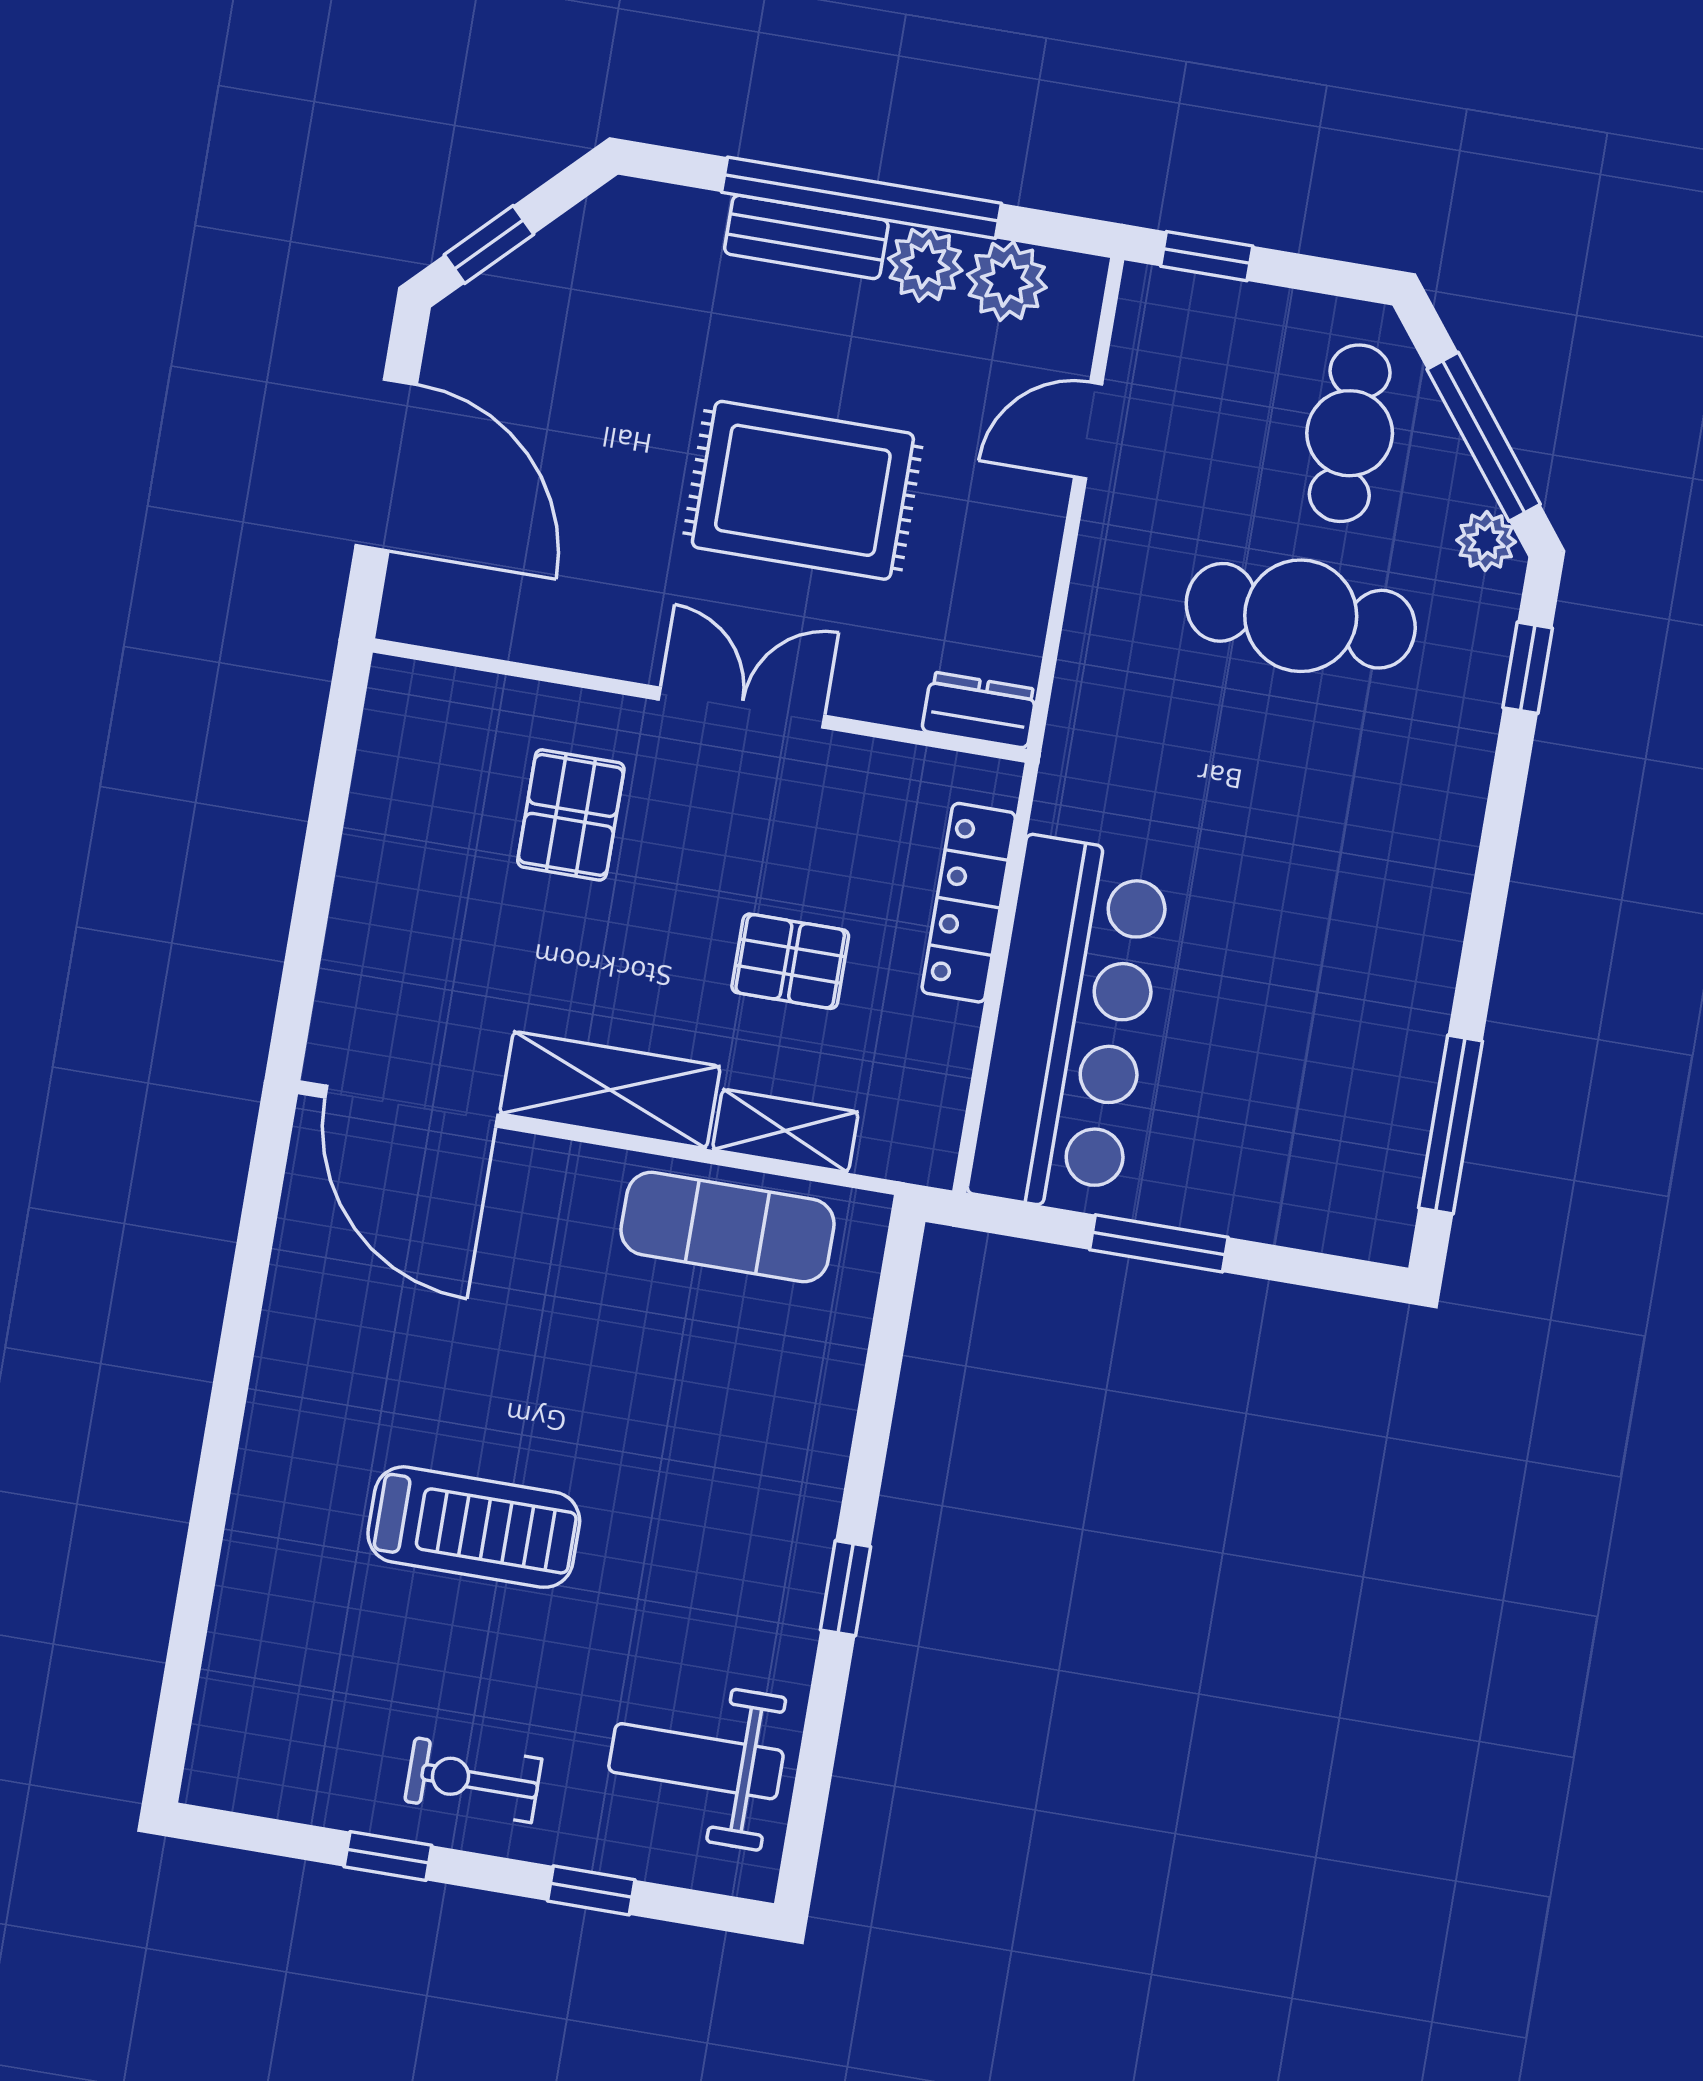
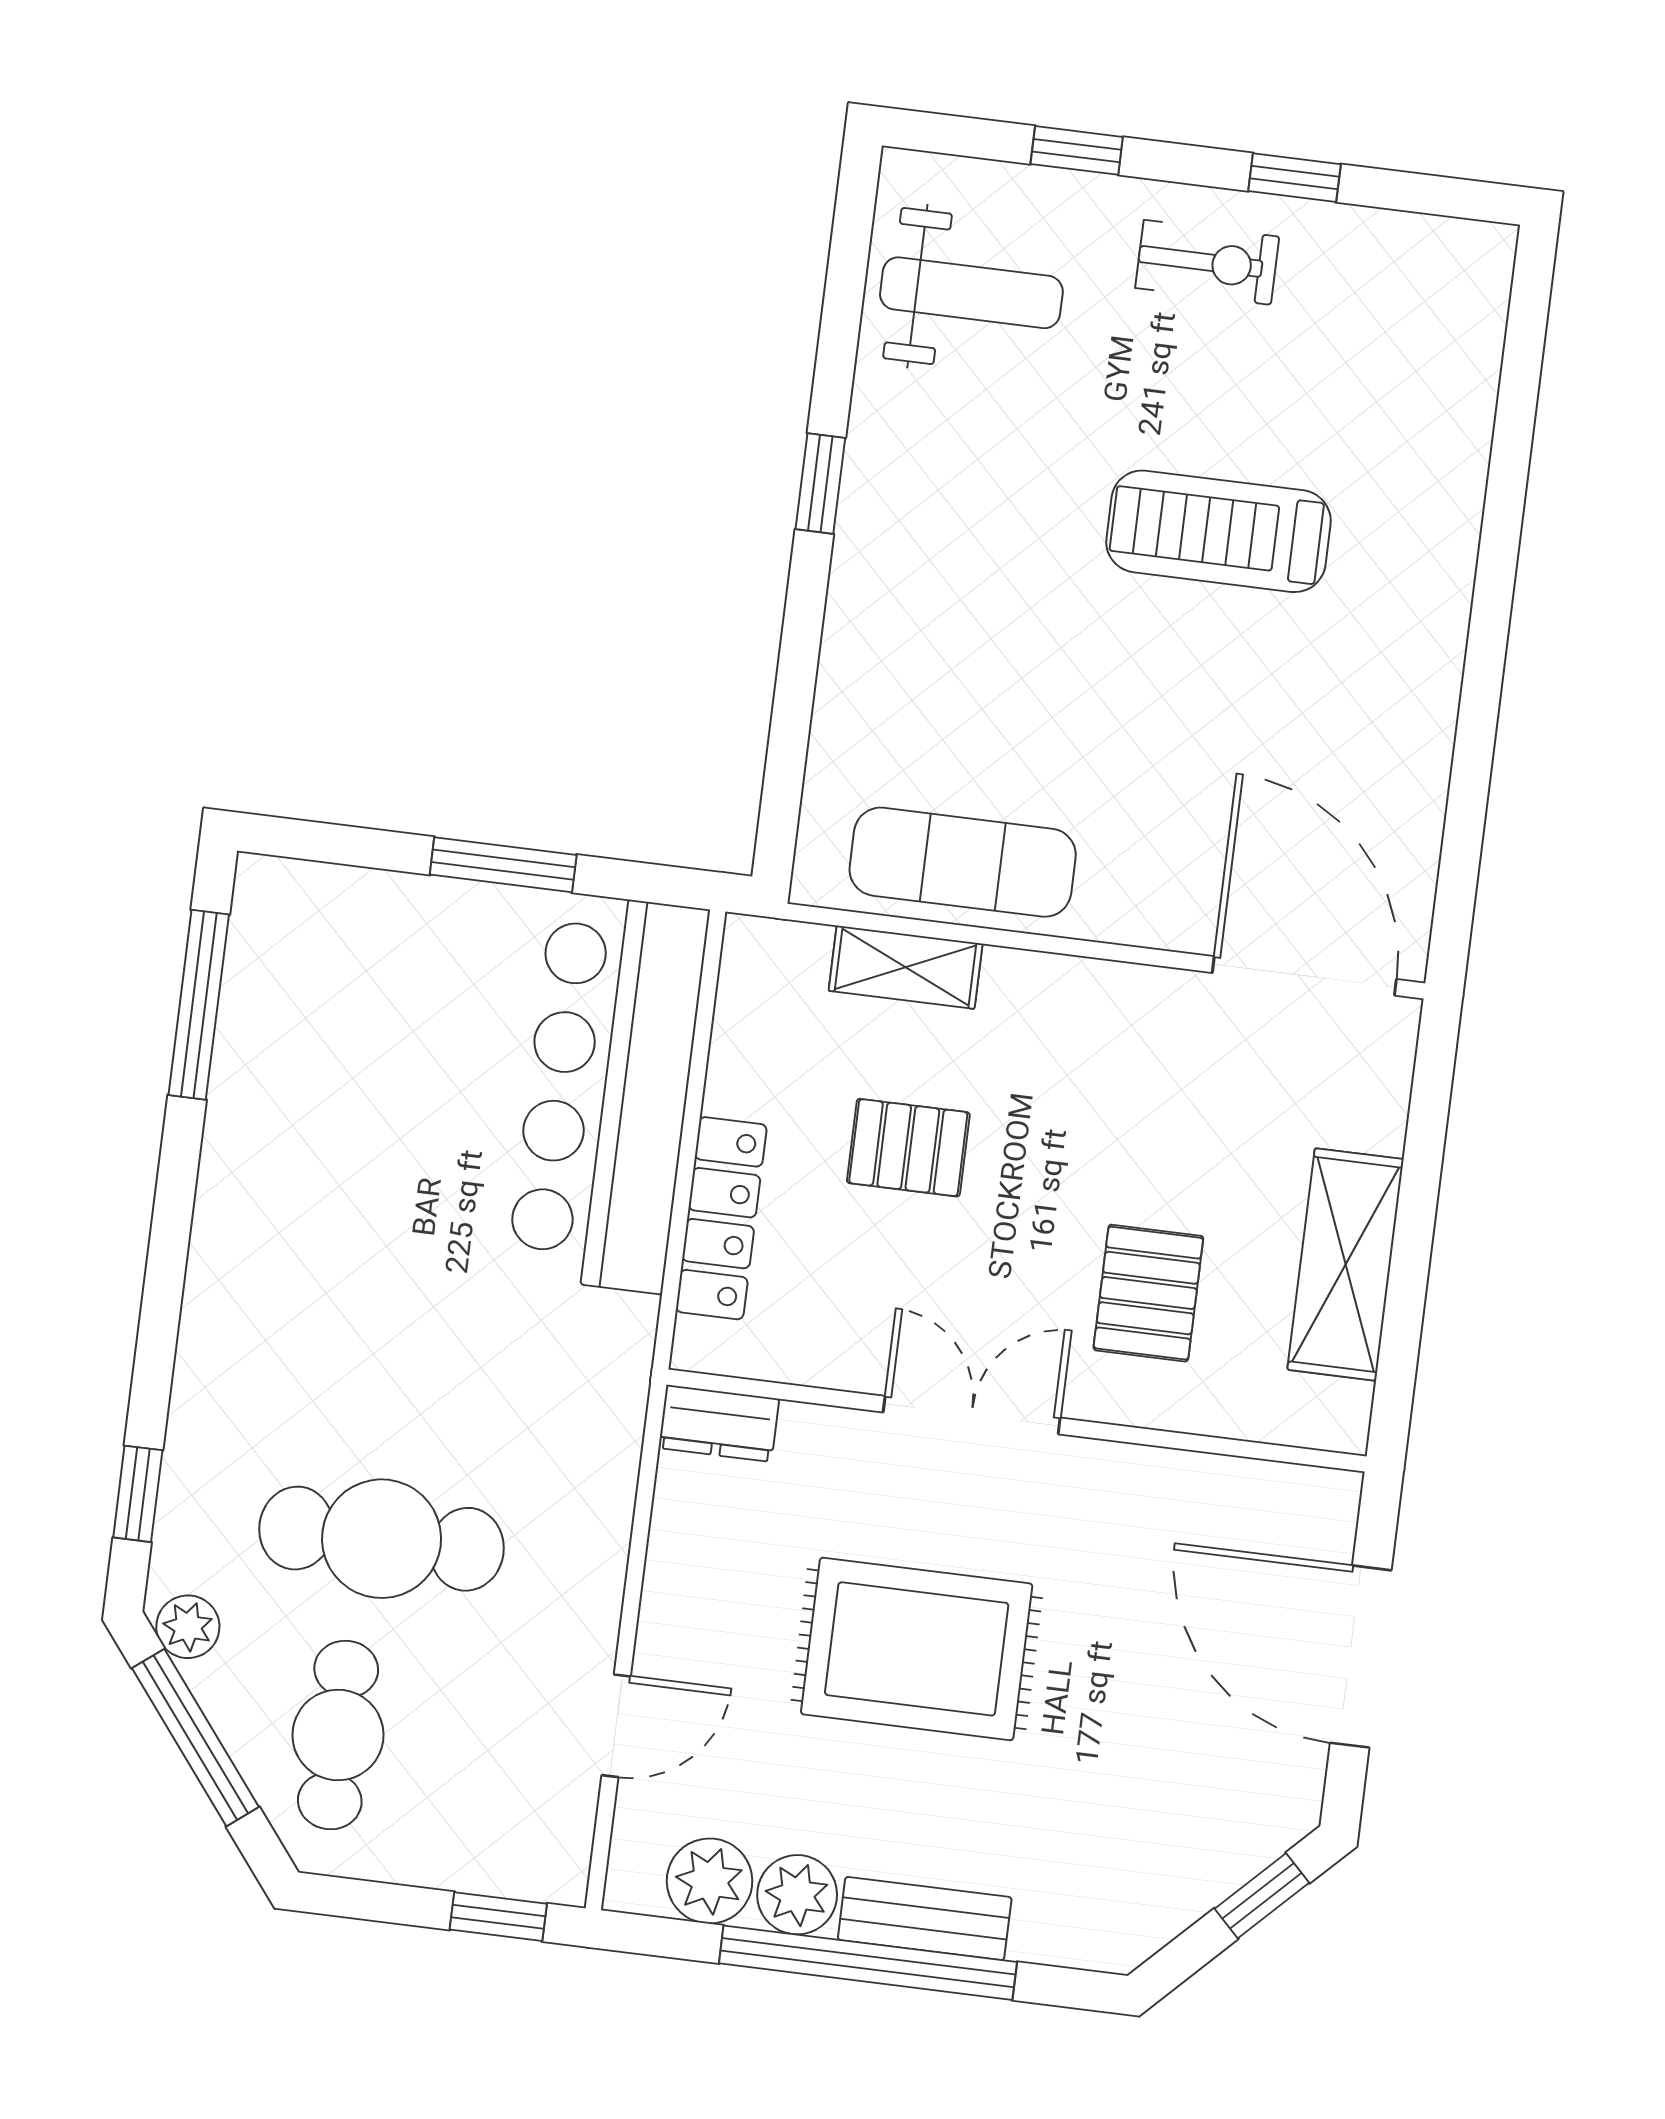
double door: (742, 708) -> (972, 1415), swing flipped
shelving: (610, 1090) -> (1346, 1264), moved, turned 90

